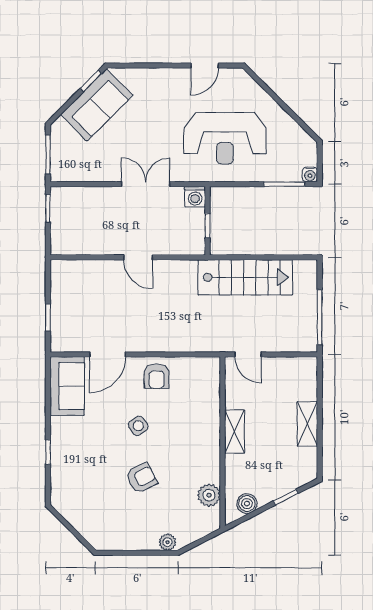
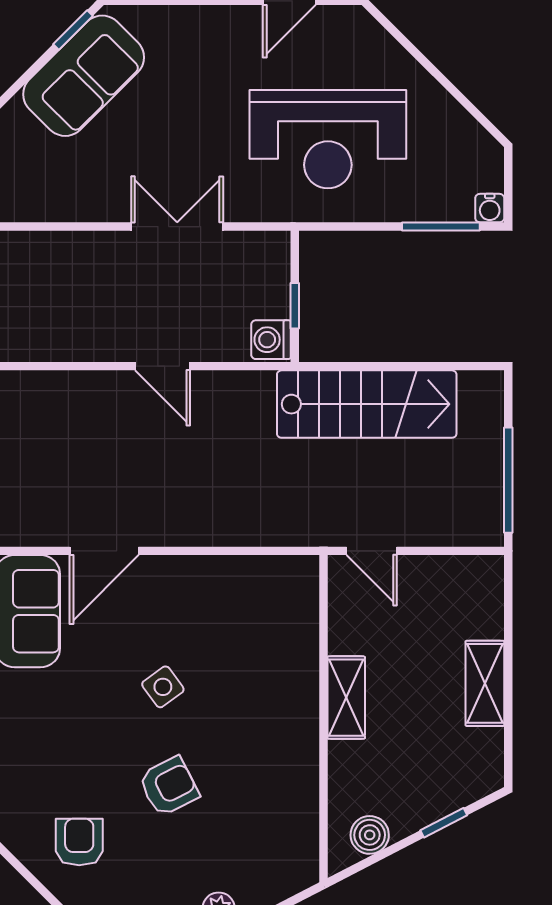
washing machine: (195, 197) -> (271, 340), moved, turned 90
armchair: (157, 376) -> (79, 842), moved, turned 180
plant: (209, 495) -> (297, 819), removed

